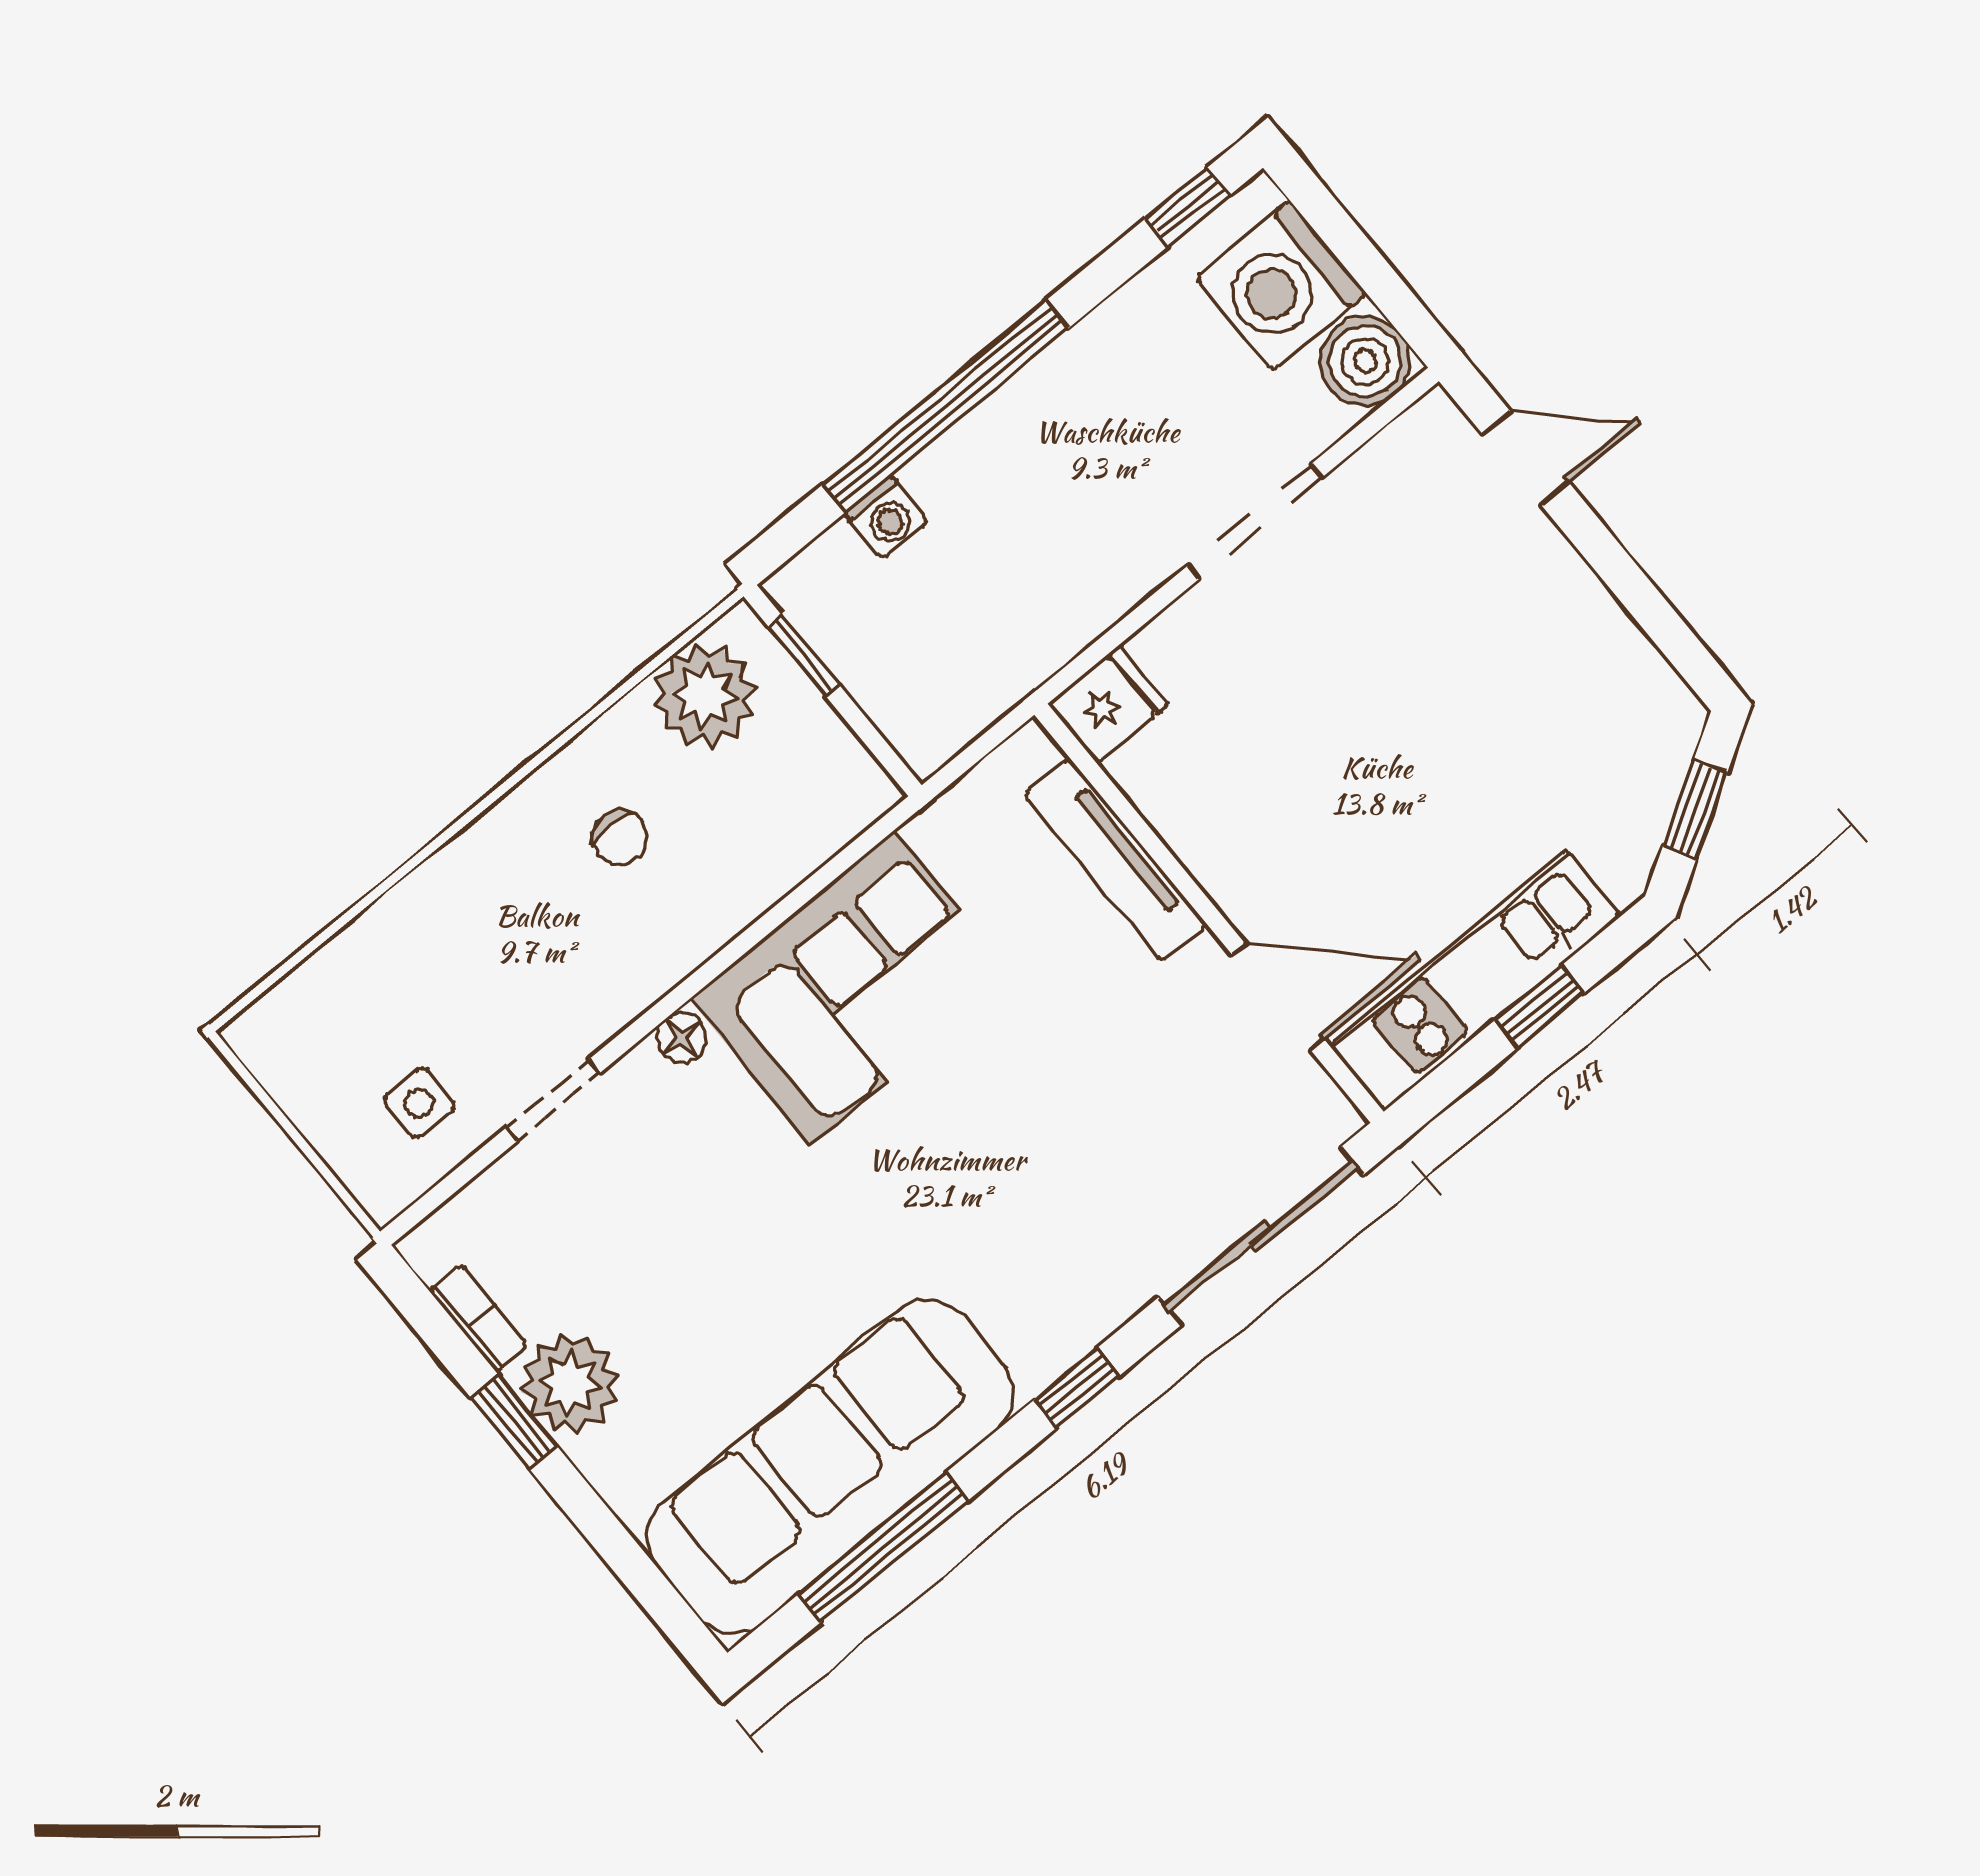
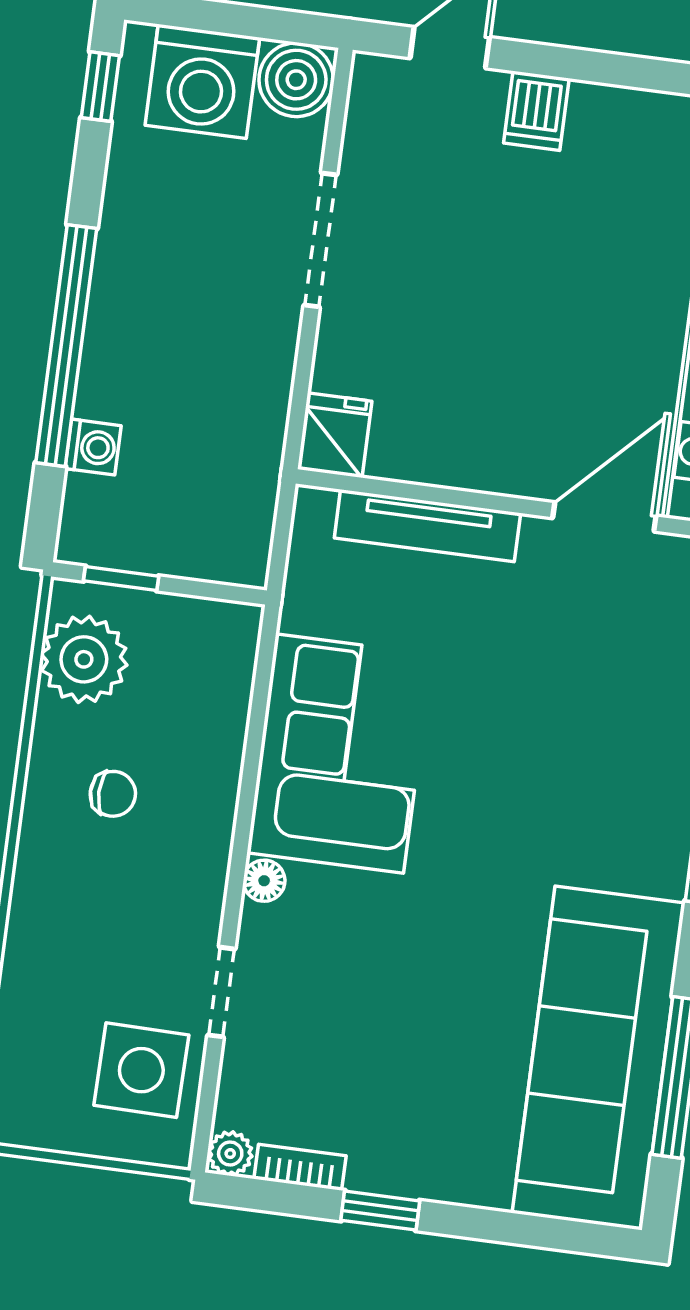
dishwasher: (1550, 585) -> (536, 111), added
side table: (419, 1103) -> (141, 1070), width x1.87, depth x1.87
plant: (570, 1384) -> (230, 1154), moved, width x0.53, depth x0.53

